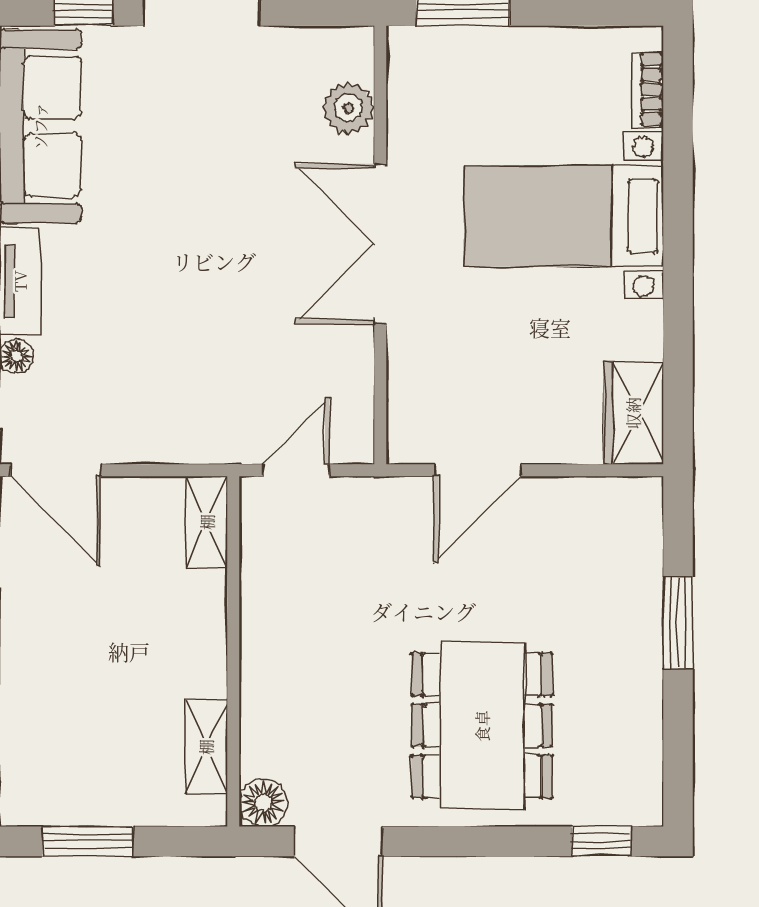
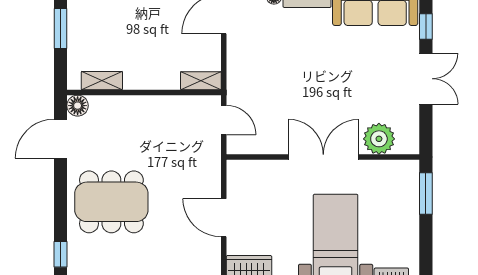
plant: (348, 108) -> (379, 139), width x1.36, depth x1.36
door: (478, 470) -> (224, 218), moved

